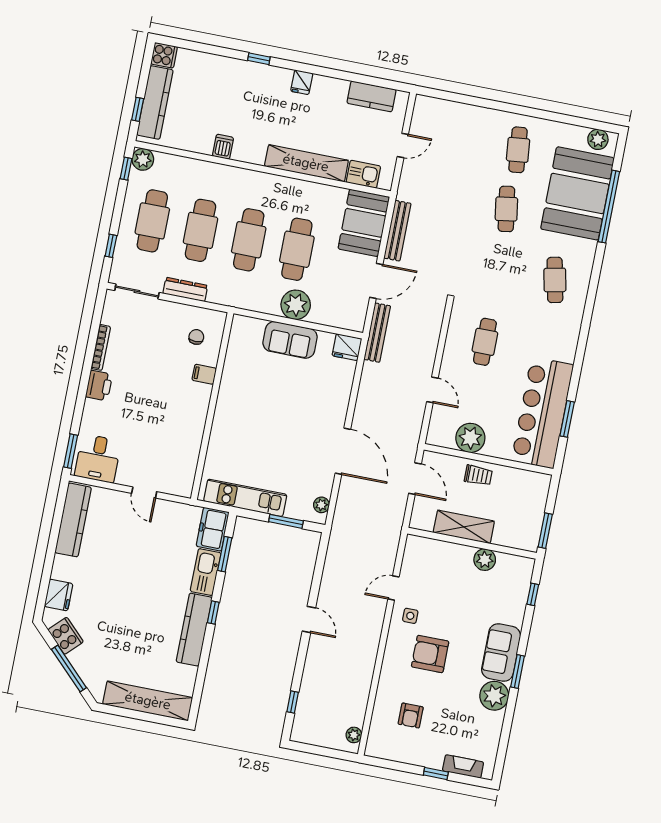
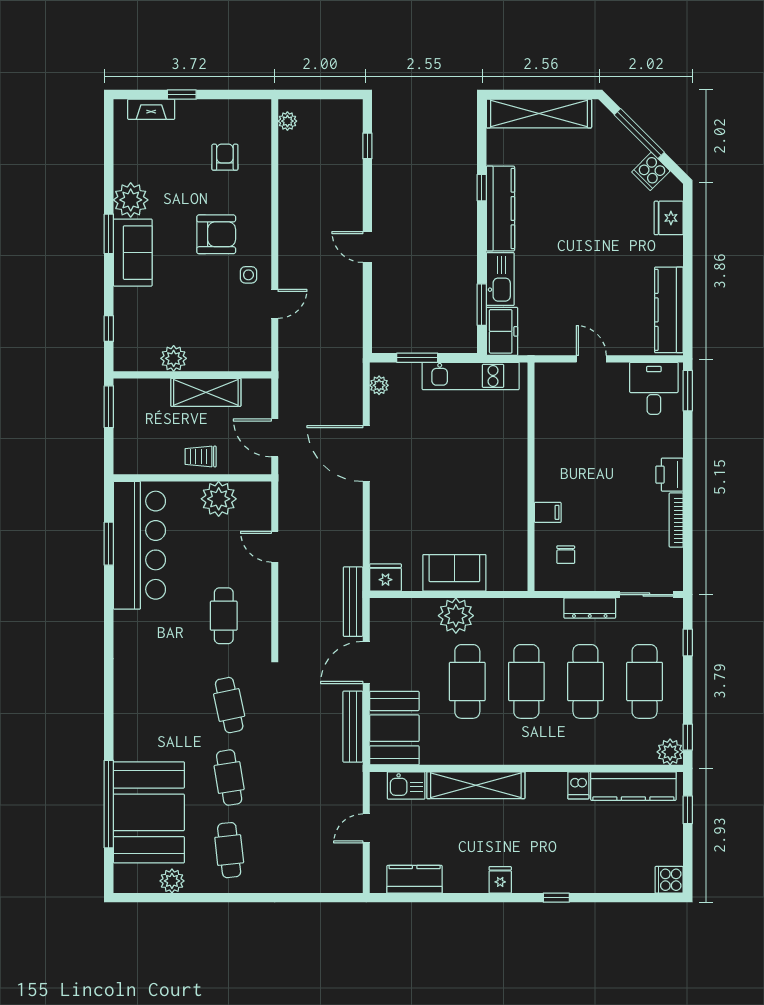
kitchen counter: (155, 102) -> (633, 786), moved, turned -90
plant: (598, 139) -> (172, 881), moved
cafe table: (555, 280) -> (229, 705), moved
window: (213, 613) -> (482, 188), moved
cooker: (66, 636) -> (651, 171), width x0.73

